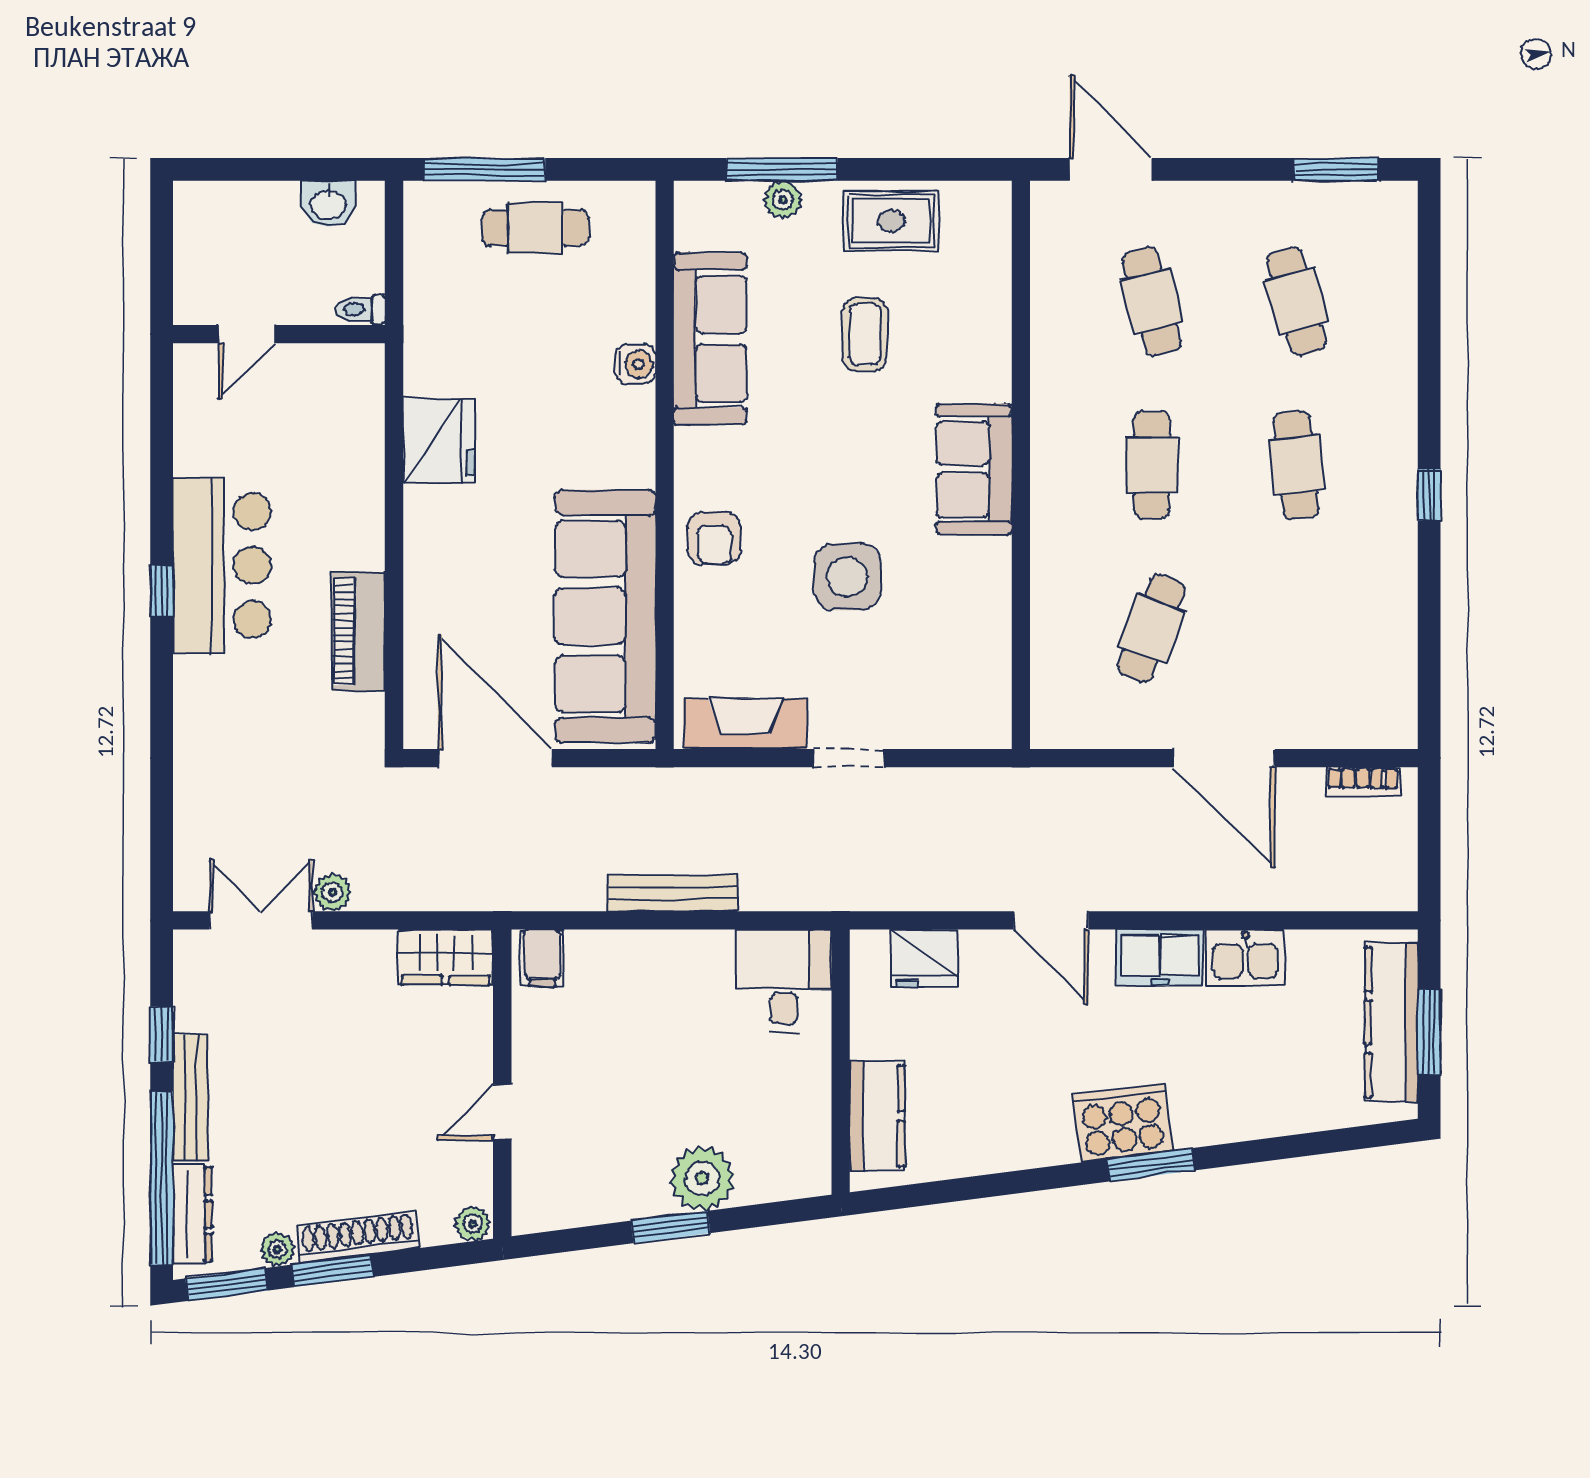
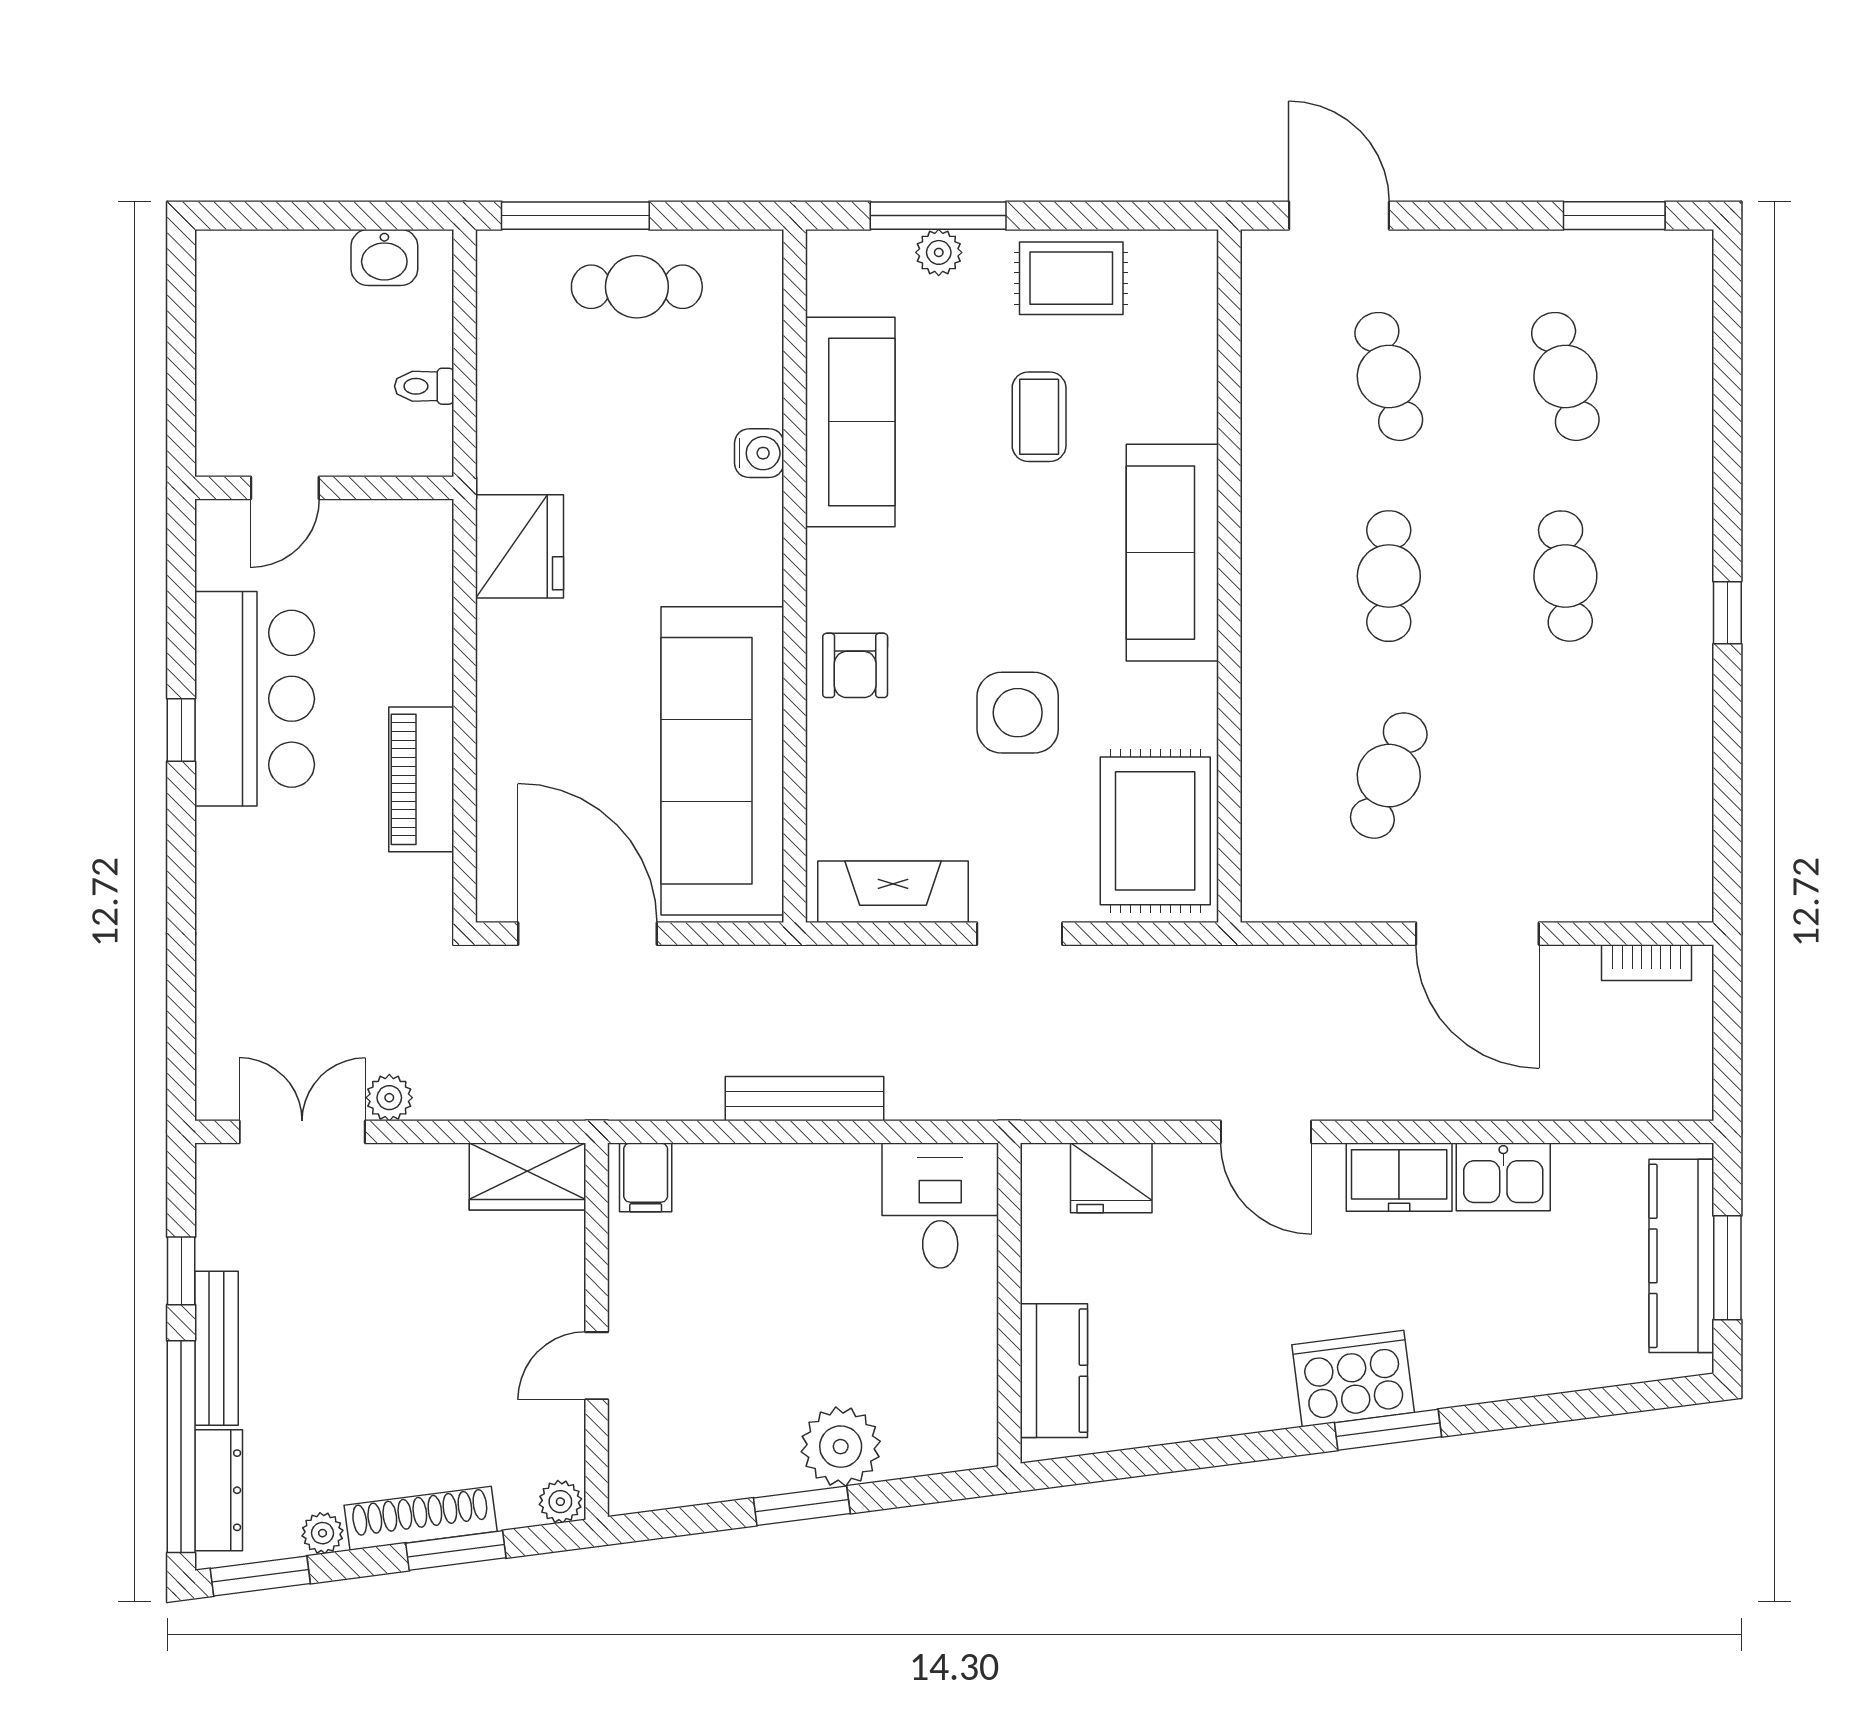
door: (247, 334) -> (285, 488), moved
wall: (279, 334) -> (324, 488), moved
sofa: (974, 469) -> (1172, 553), width x1.36
rug: (960, 674) -> (1155, 831), added
window: (332, 1271) -> (456, 1551), moved

